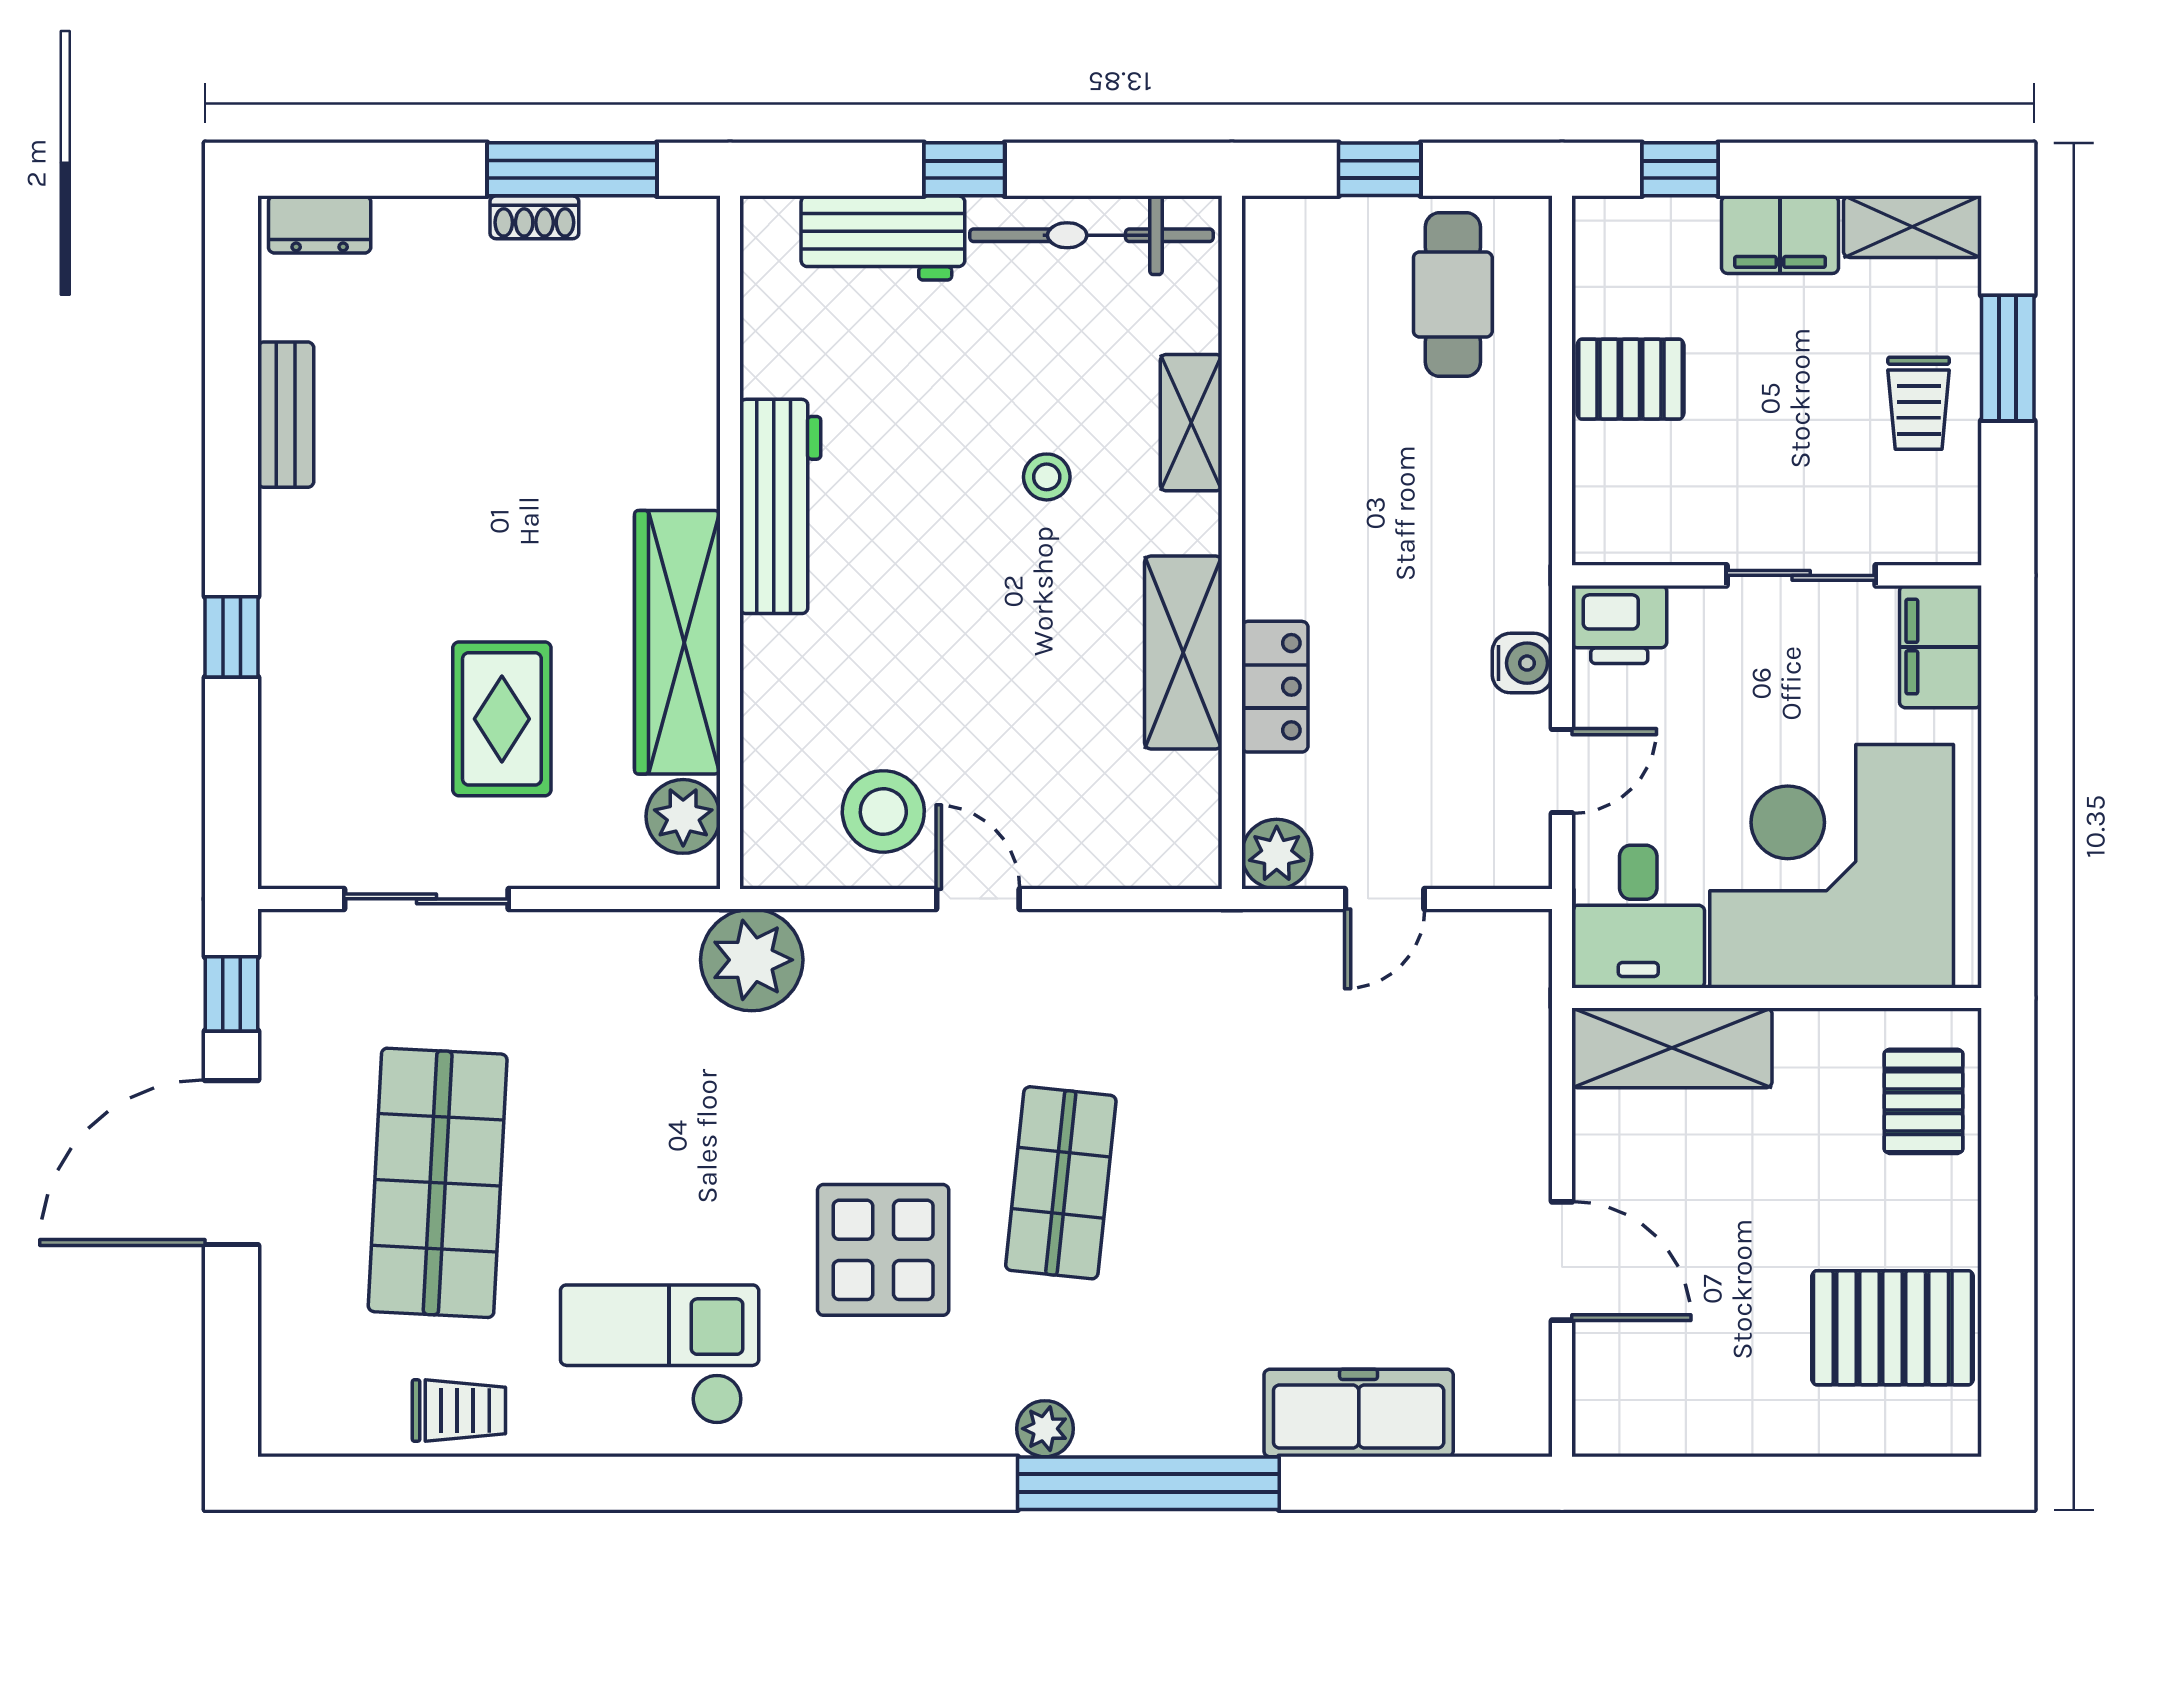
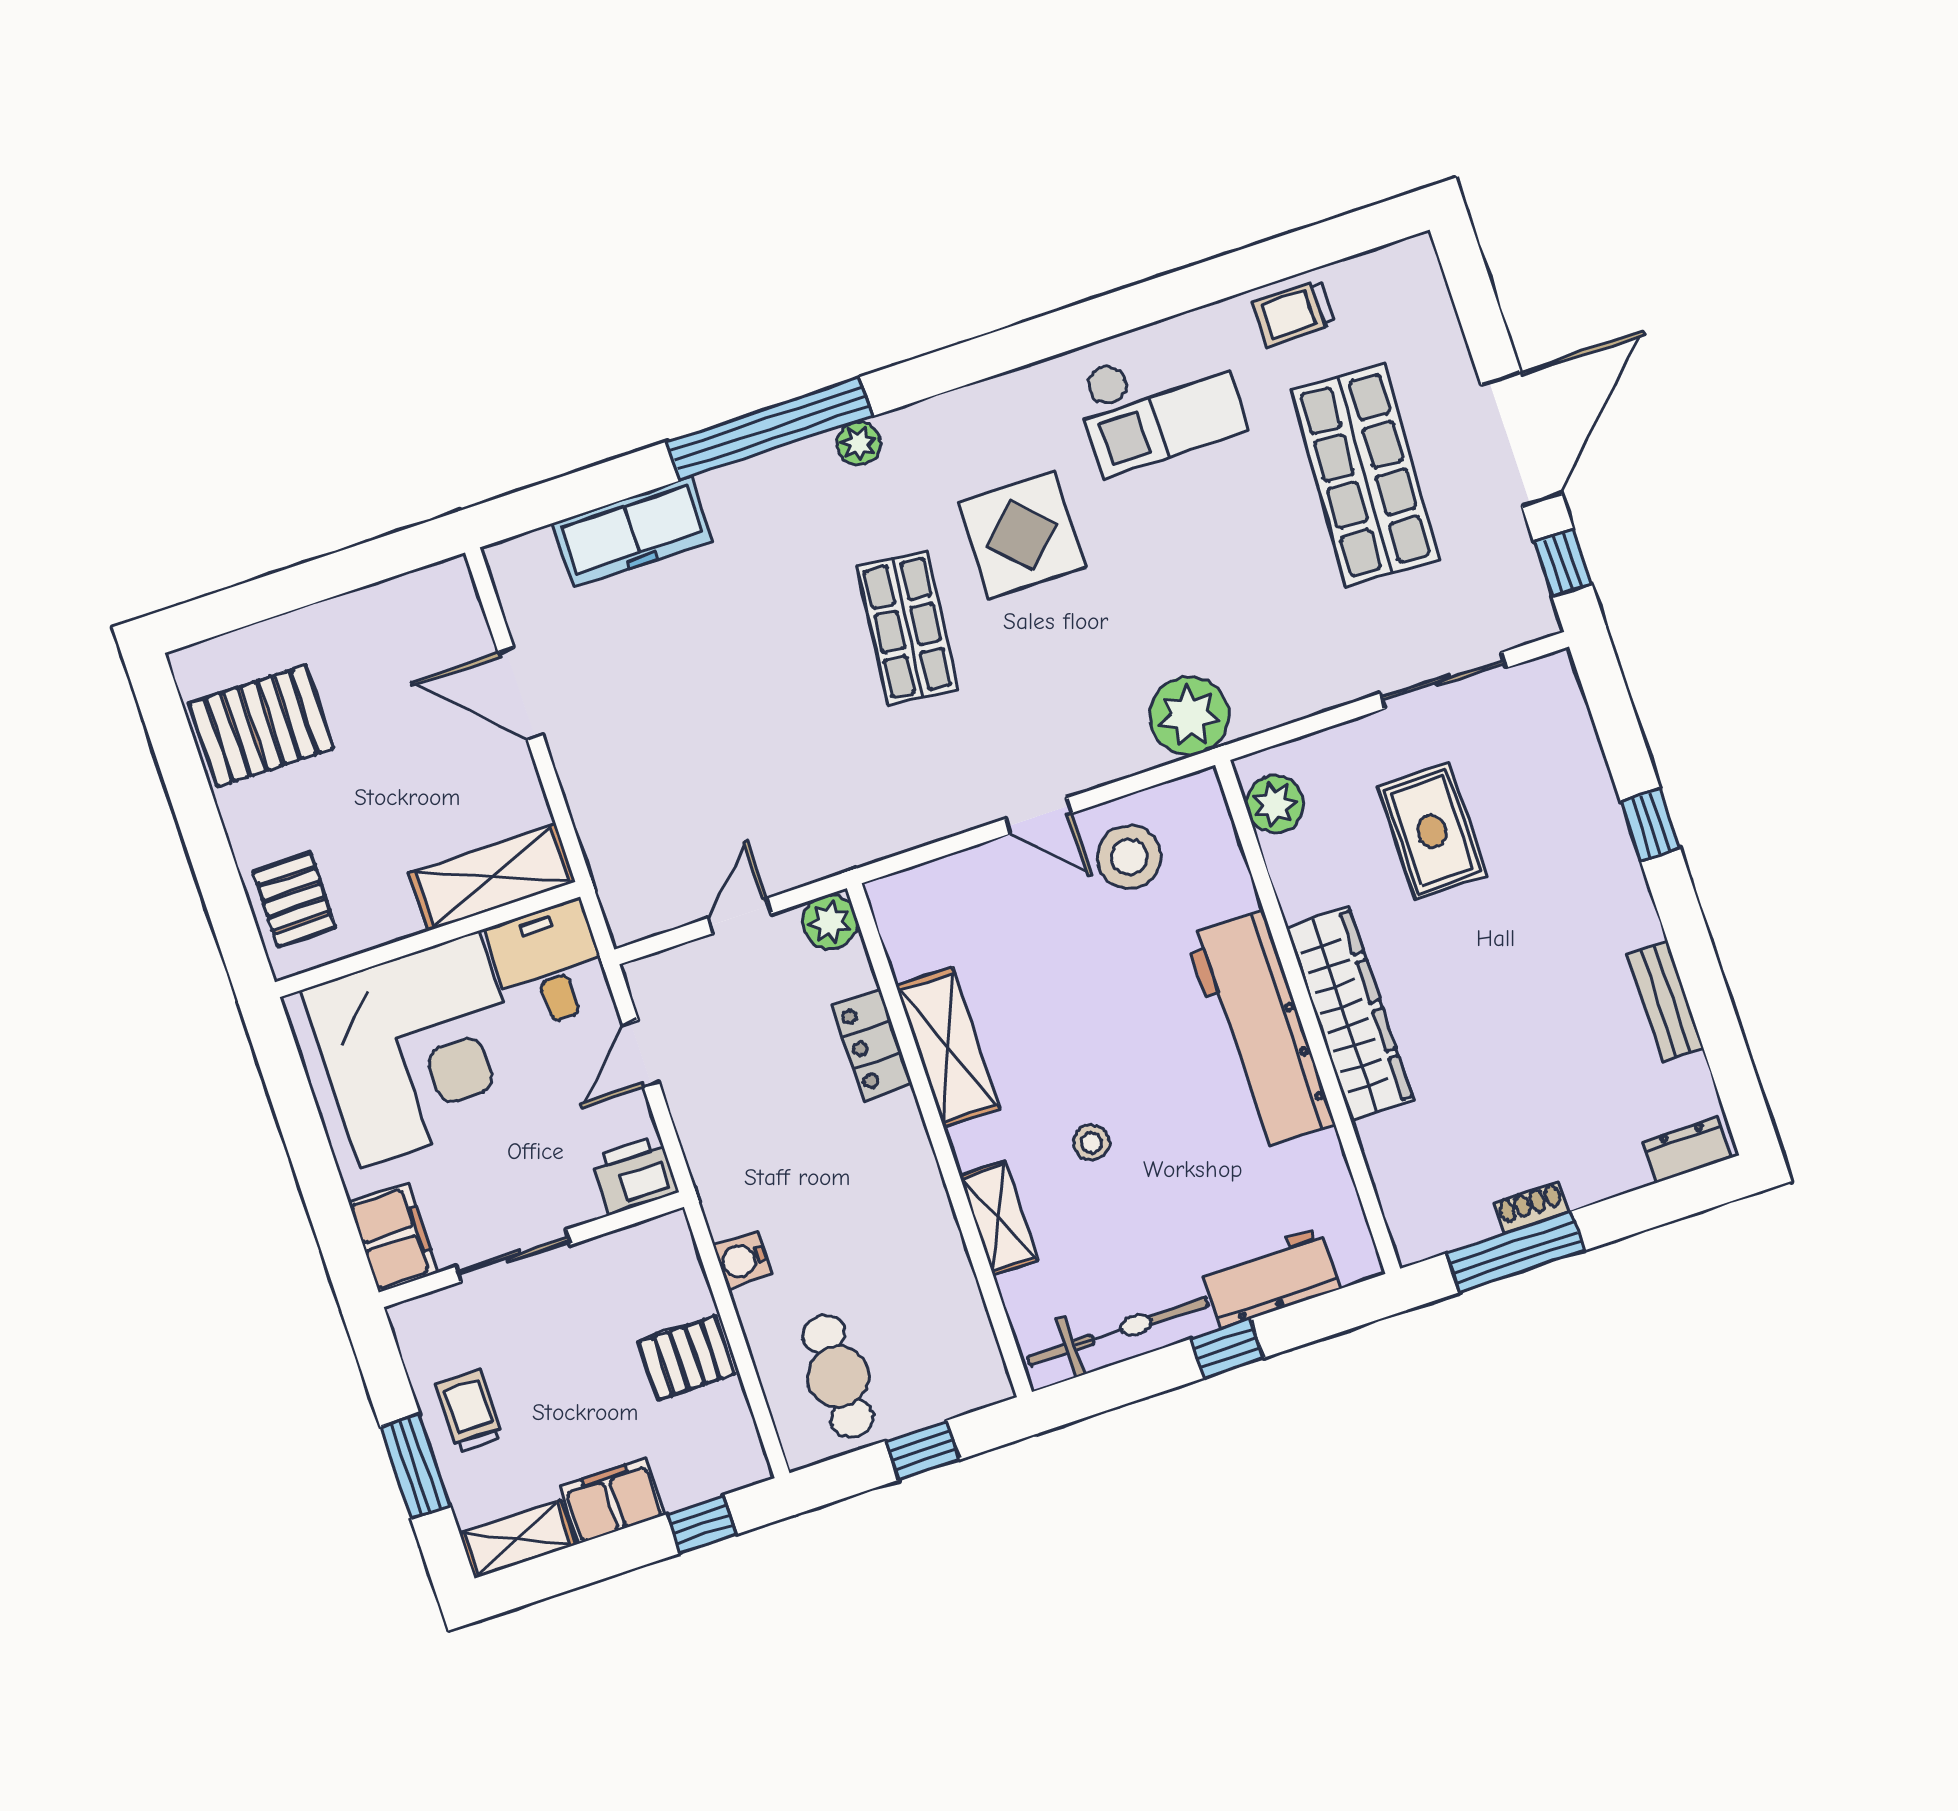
workbench: (780, 506) -> (1261, 1030), width x1.36, depth x1.32
wardrobe: (677, 642) -> (1350, 1014), moved
water cooler: (1522, 663) -> (742, 1260), moved

